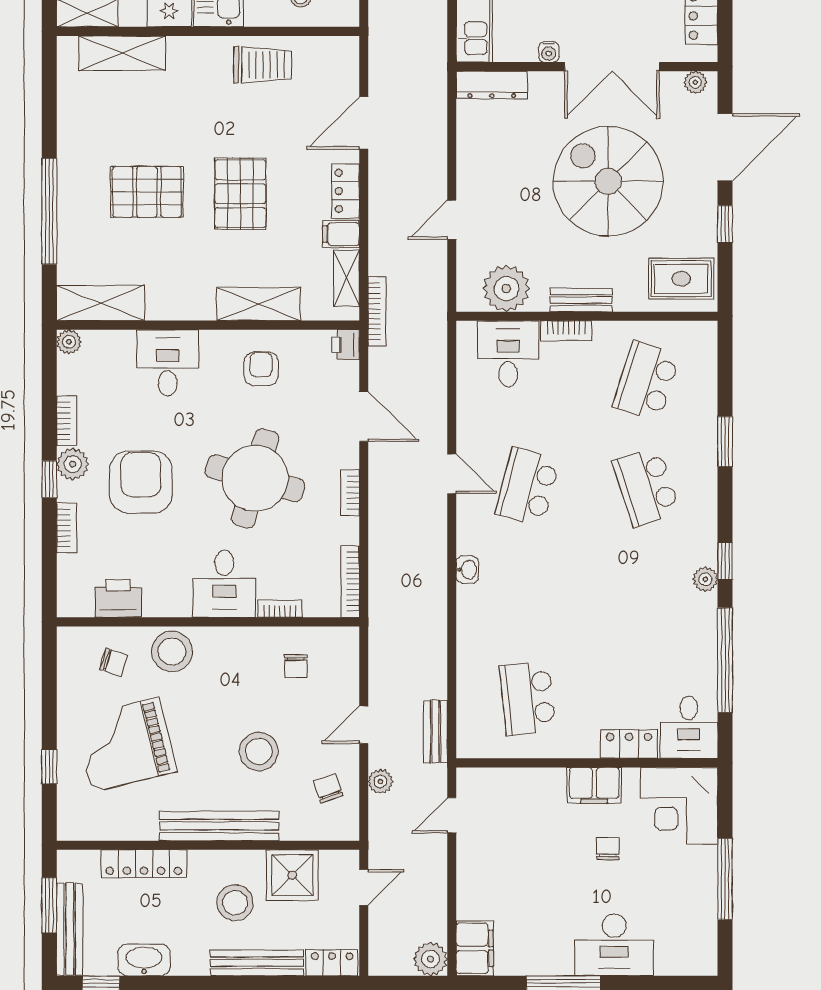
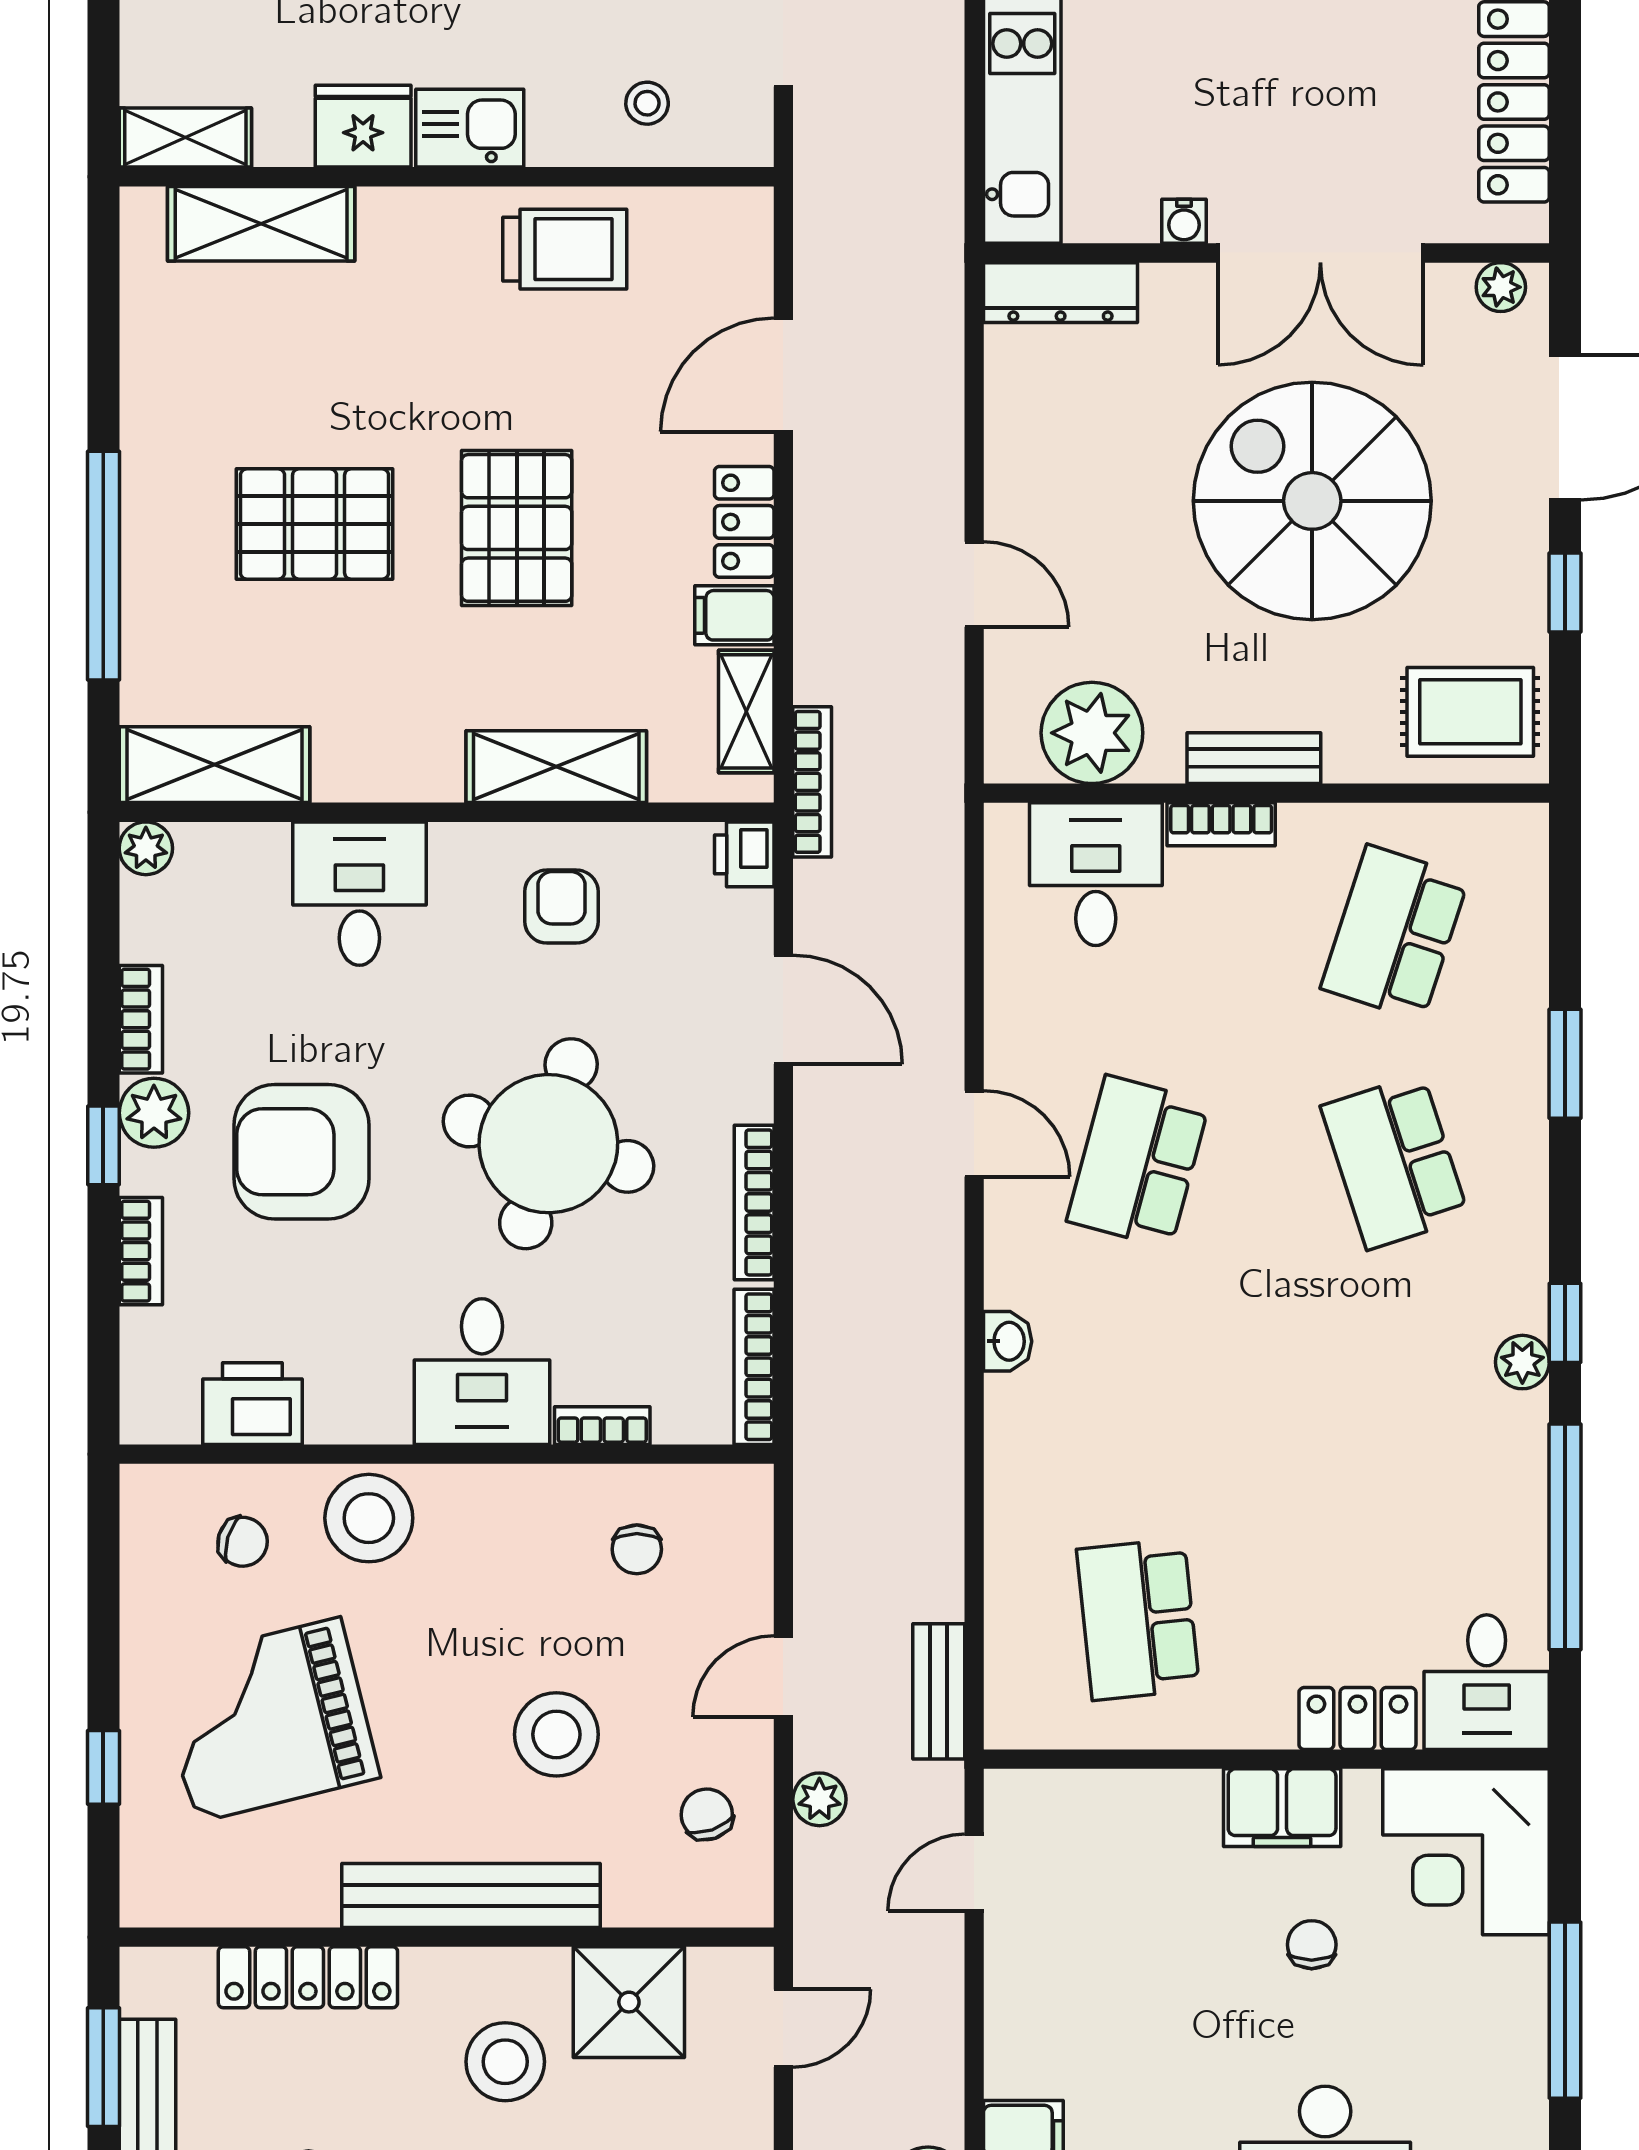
door: (452, 220) -> (974, 584), swing flipped
armchair: (141, 482) -> (301, 1152), turned -90
bookcase: (350, 493) -> (754, 1202), width x1.56

